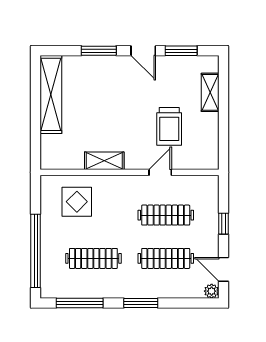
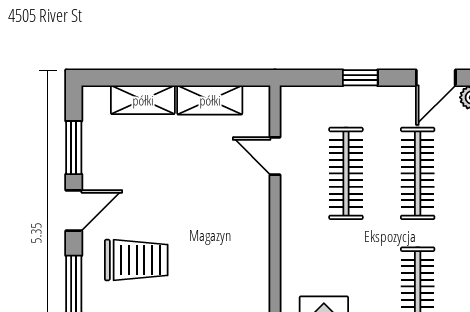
trolley: (169, 126) -> (136, 260), moved
shelving: (104, 161) -> (210, 100), moved, turned 90
door: (160, 172) -> (275, 156), moved

